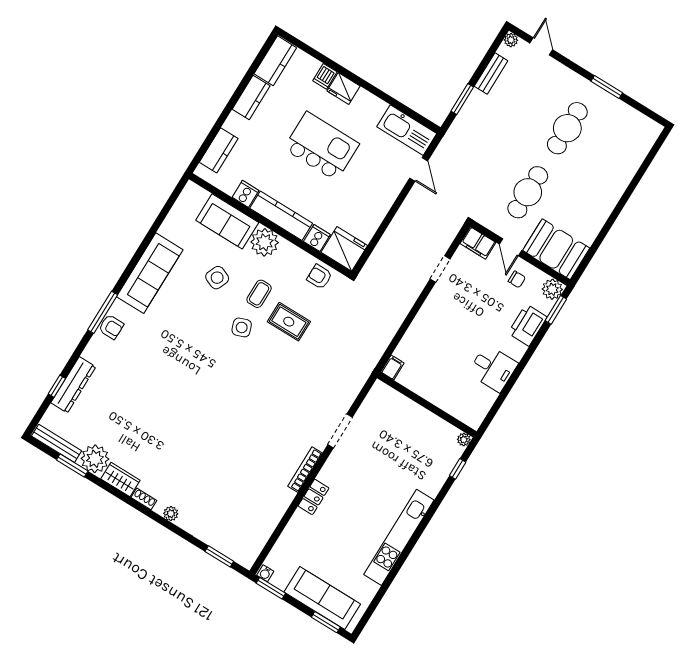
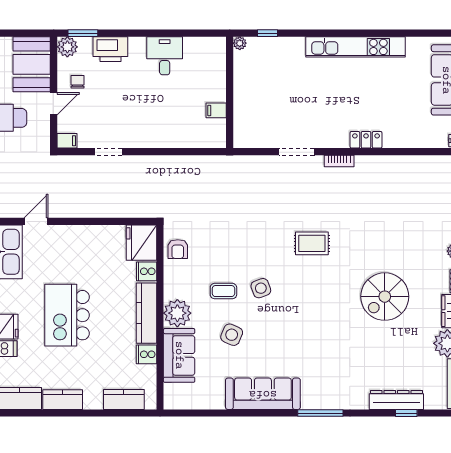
filing cabinet: (478, 243) -> (67, 141), width x0.50
rug: (289, 322) -> (312, 243), moved, turned 90
armchair: (111, 327) -> (328, 398), removed
filing cabinet: (392, 367) -> (216, 110), moved
spiral stairs: (169, 430) -> (385, 297), added
bookcase: (305, 470) -> (339, 161), width x0.64

